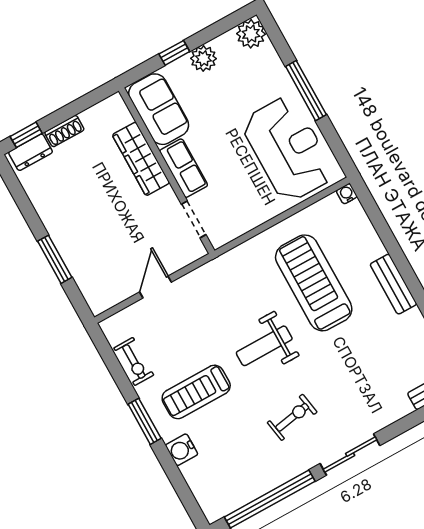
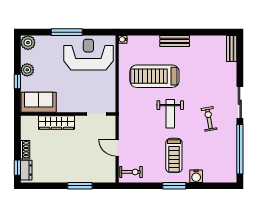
row of seats: (184, 168) -> (71, 106), removed
exercise bike: (134, 361) -> (131, 172), moved

